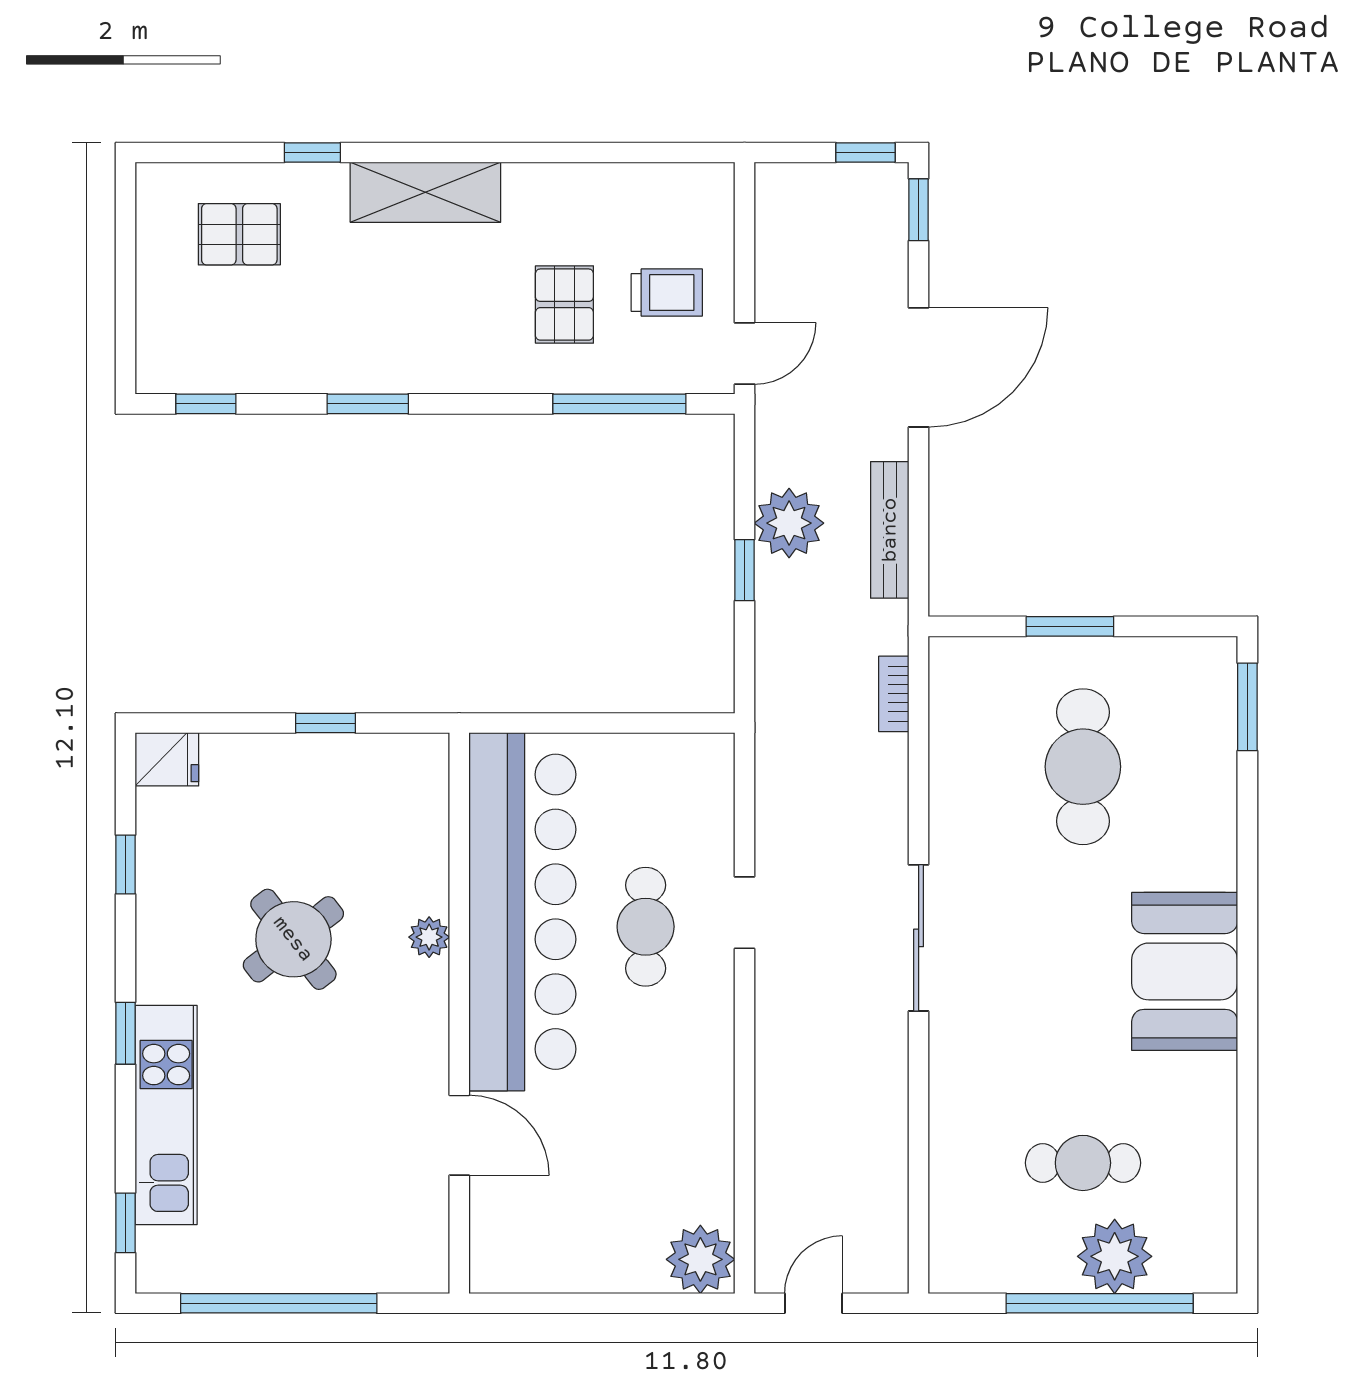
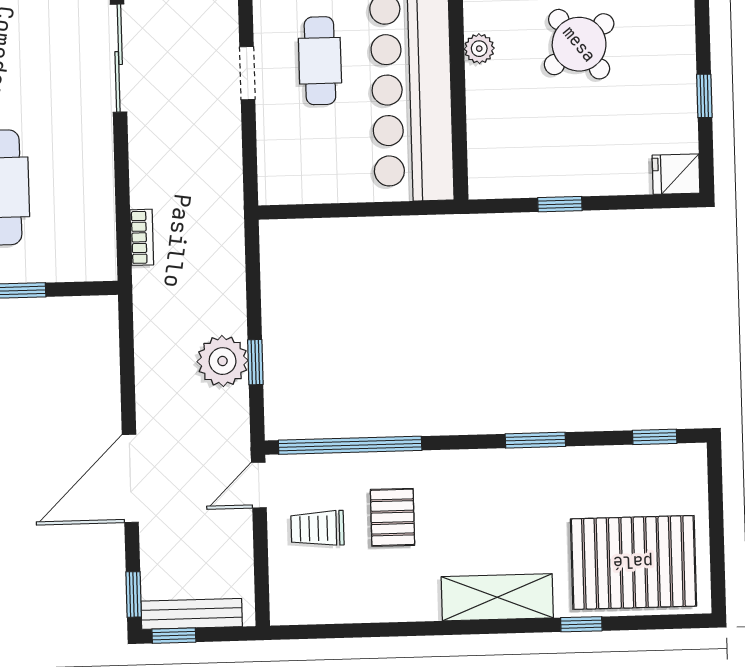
pallet: (239, 234) -> (633, 562), width x2.05, depth x2.00
window: (619, 404) -> (350, 445), width x1.46
bench: (890, 530) -> (192, 614), moved, turned 90
window: (744, 570) -> (255, 362), moved

